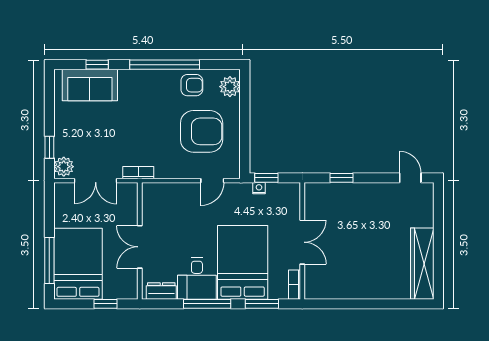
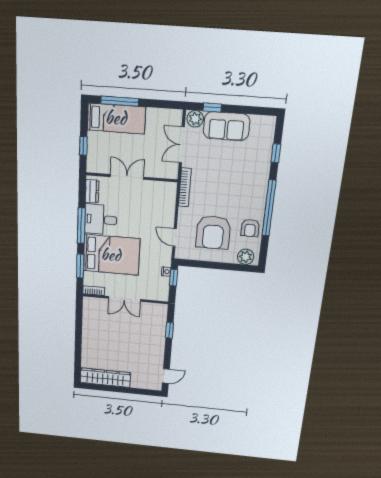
sofa: (90, 85) -> (226, 126), moved, turned -90
bookcase: (138, 173) -> (185, 187), width x1.56
bed: (78, 264) -> (116, 118), width x0.67

